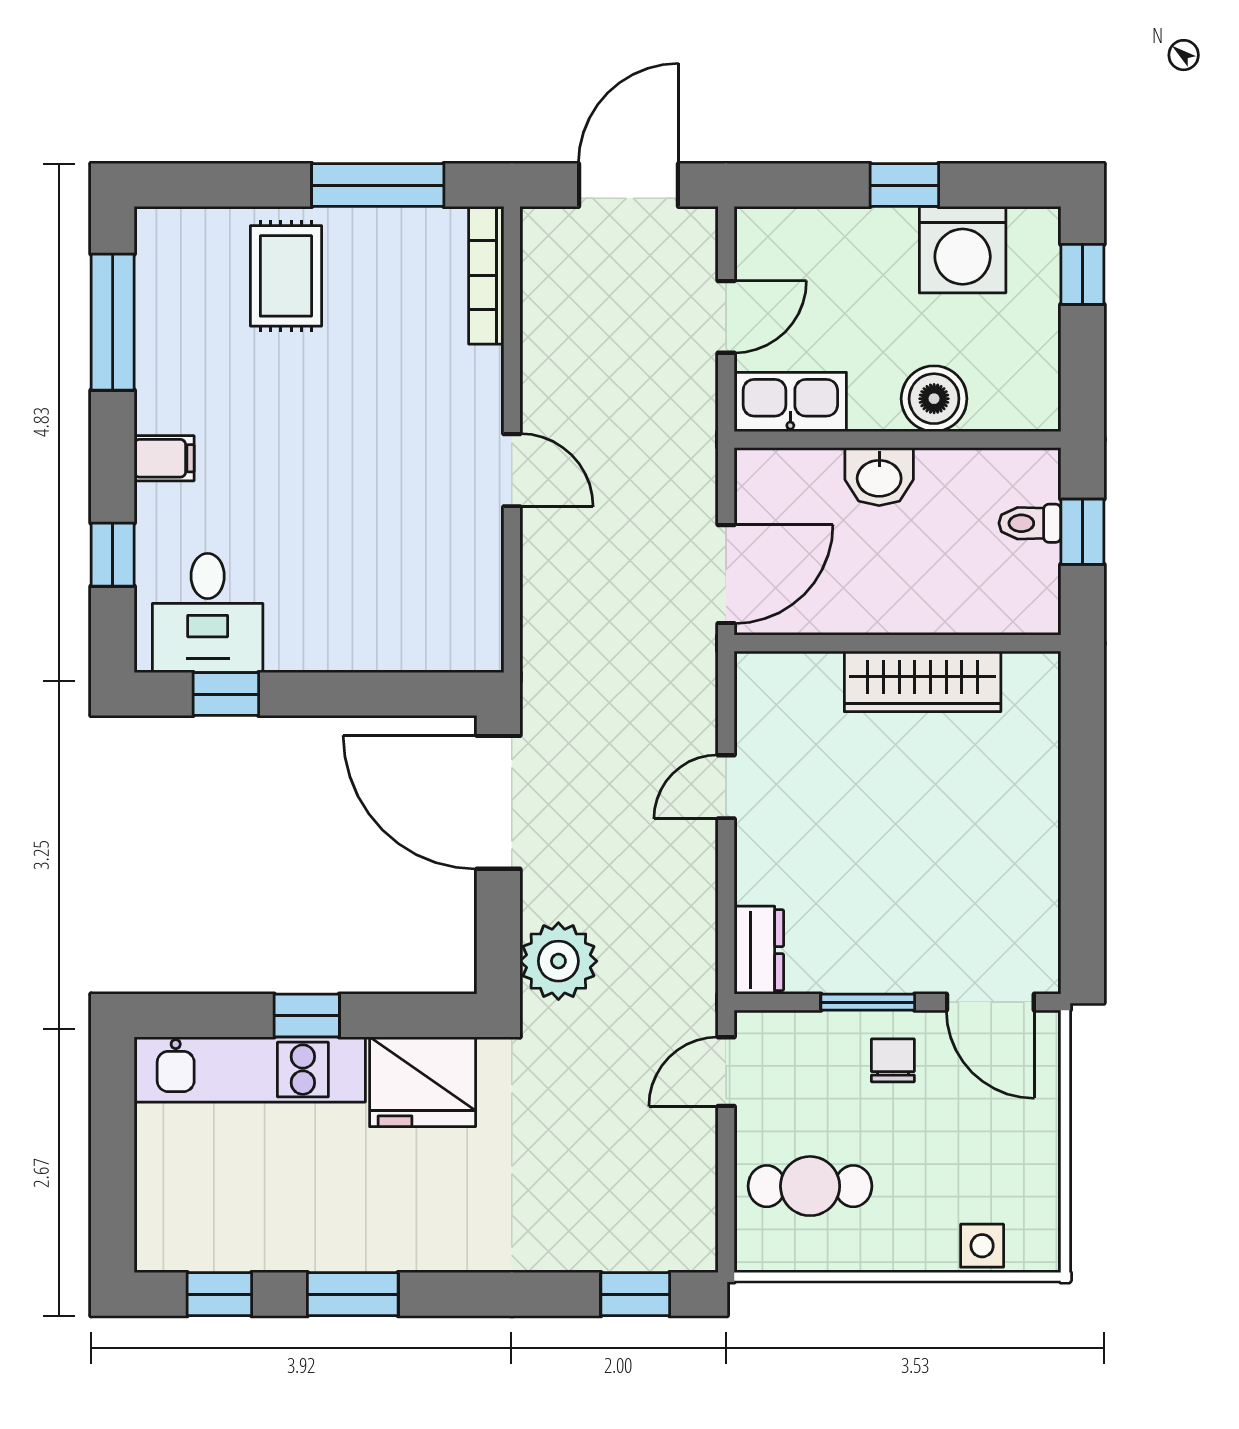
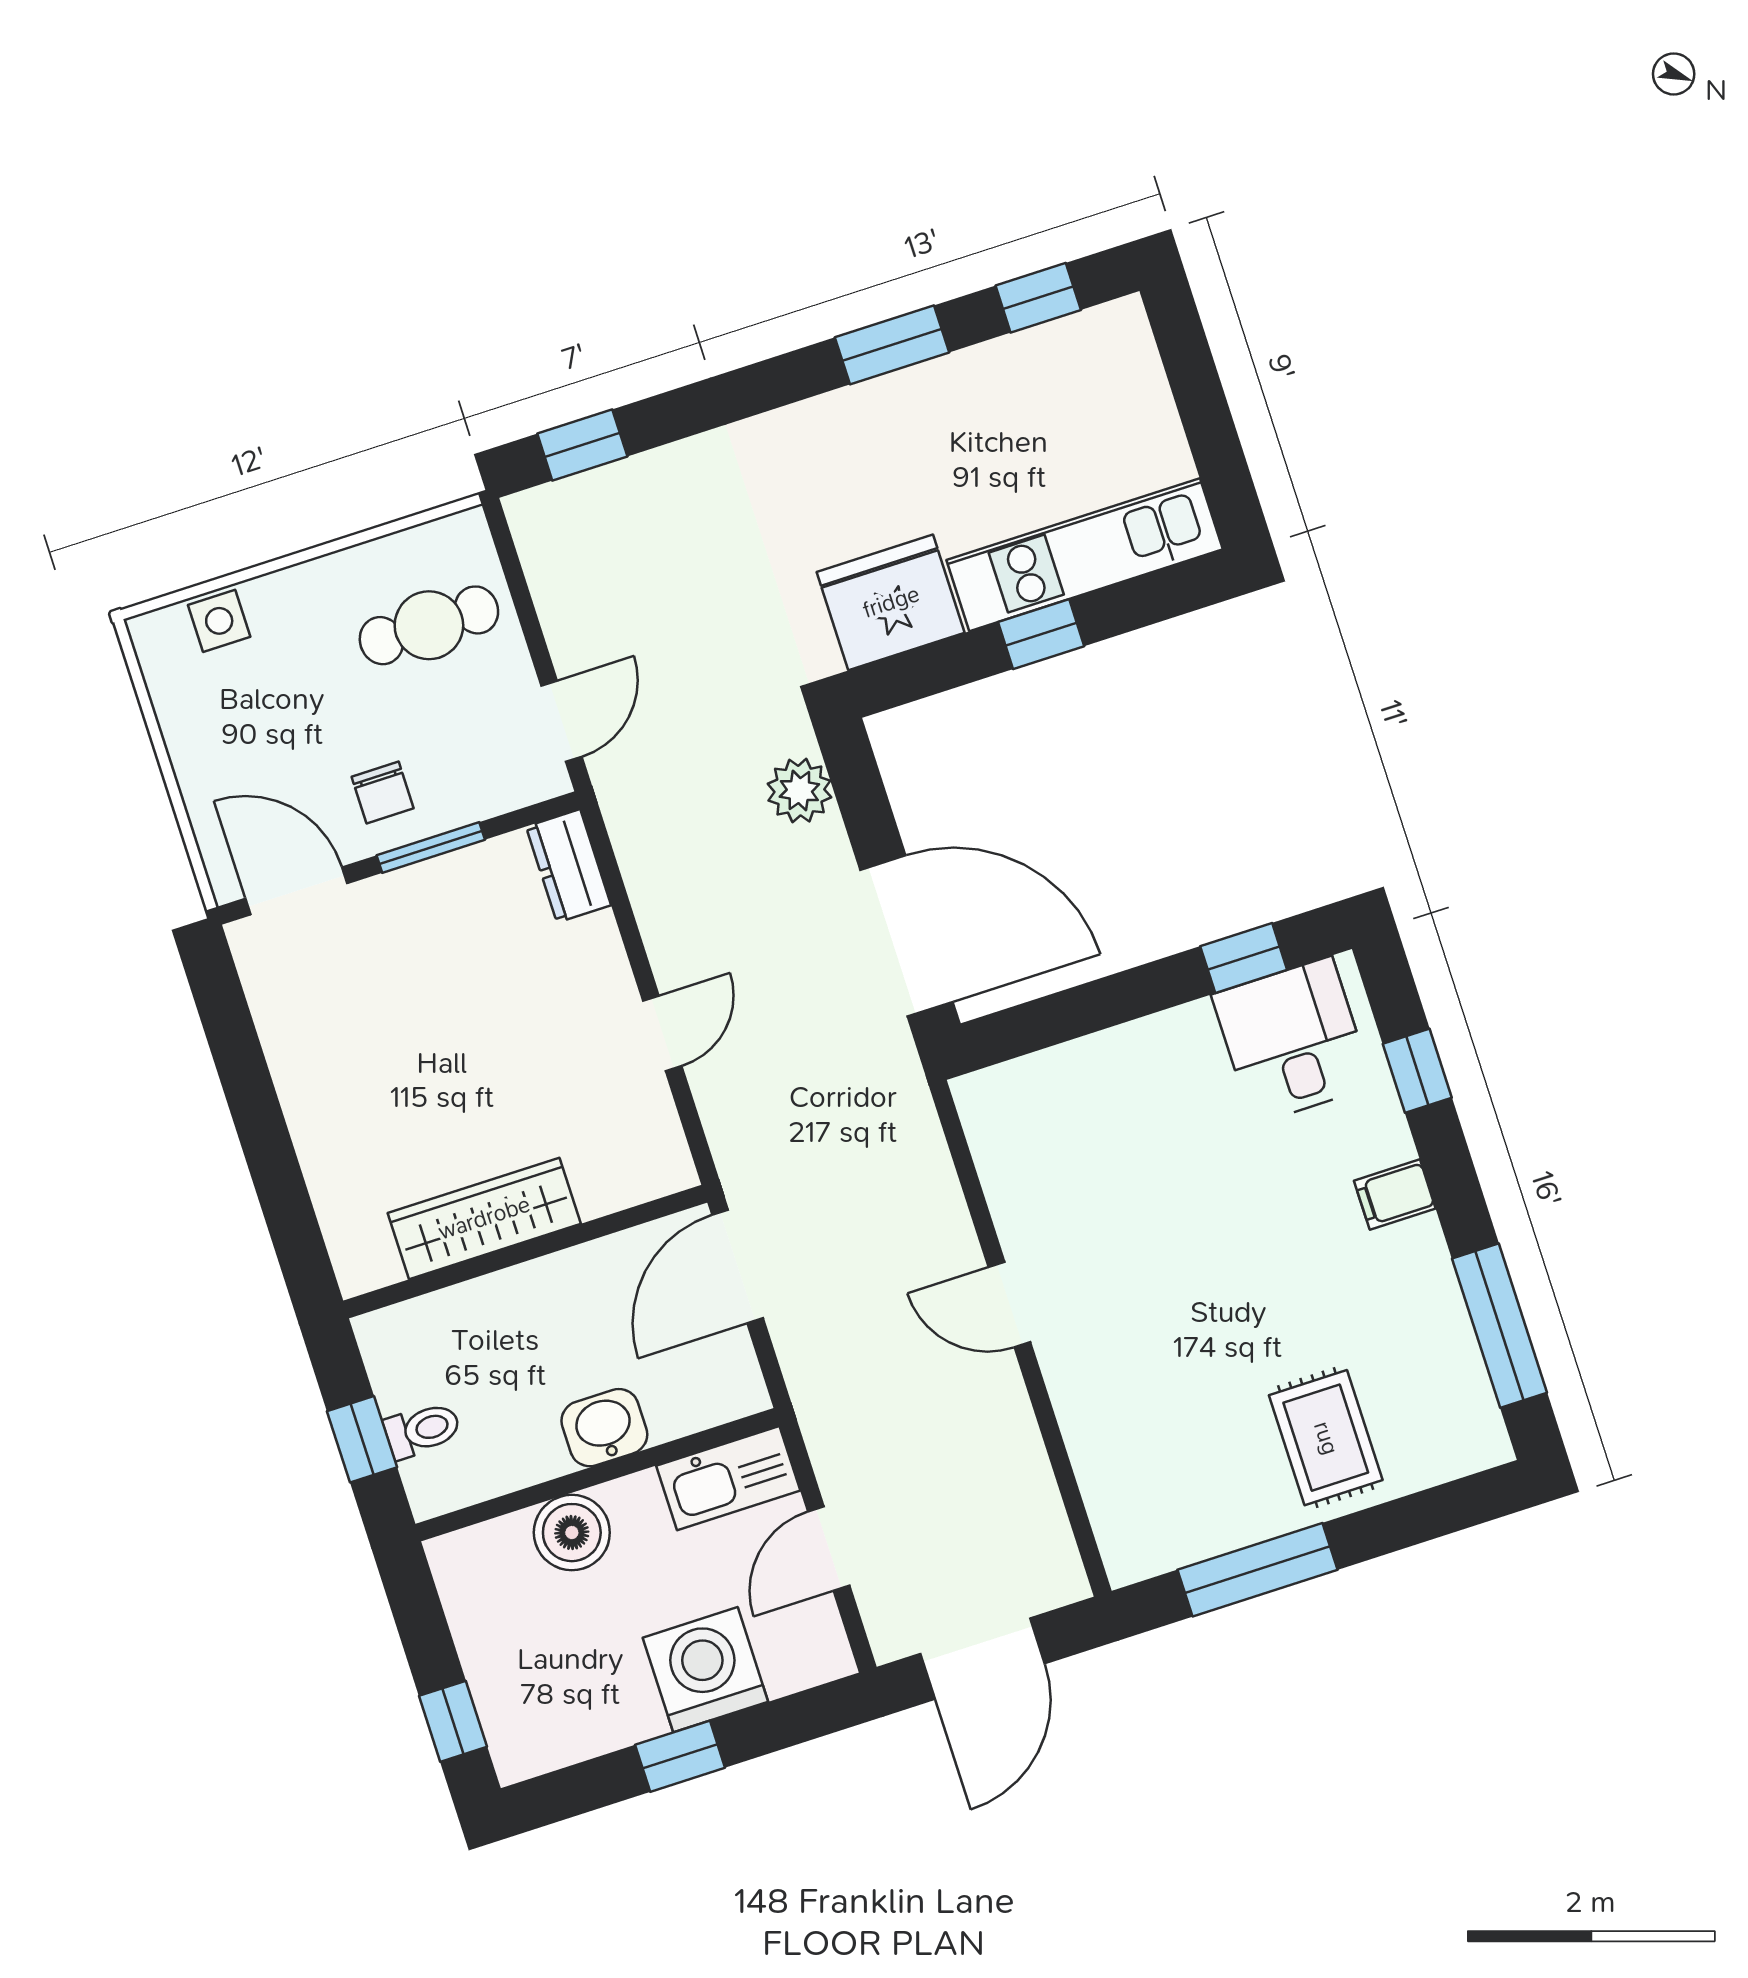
washing machine: (963, 250) -> (705, 1670), moved
bookcase: (486, 275) -> (1107, 1509), removed
plant: (558, 961) -> (799, 791), width x0.73, depth x0.73

